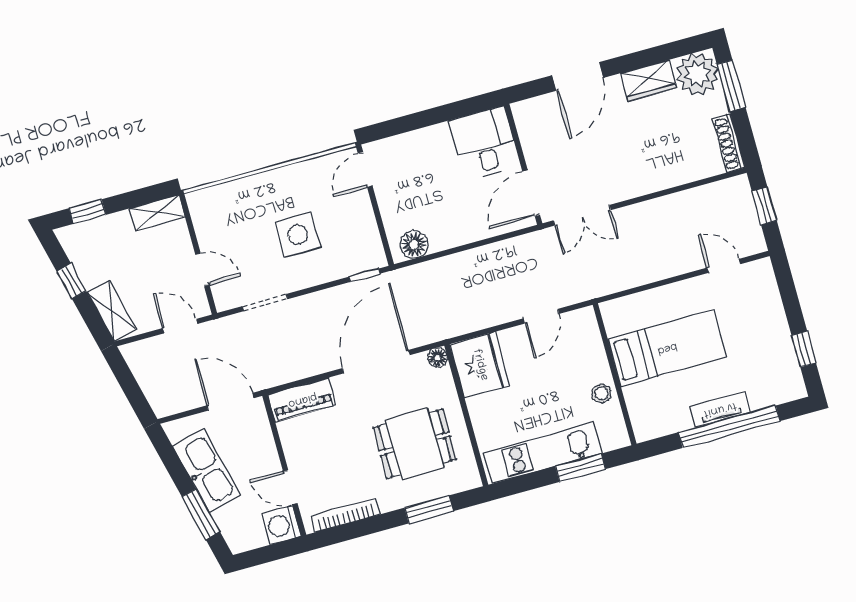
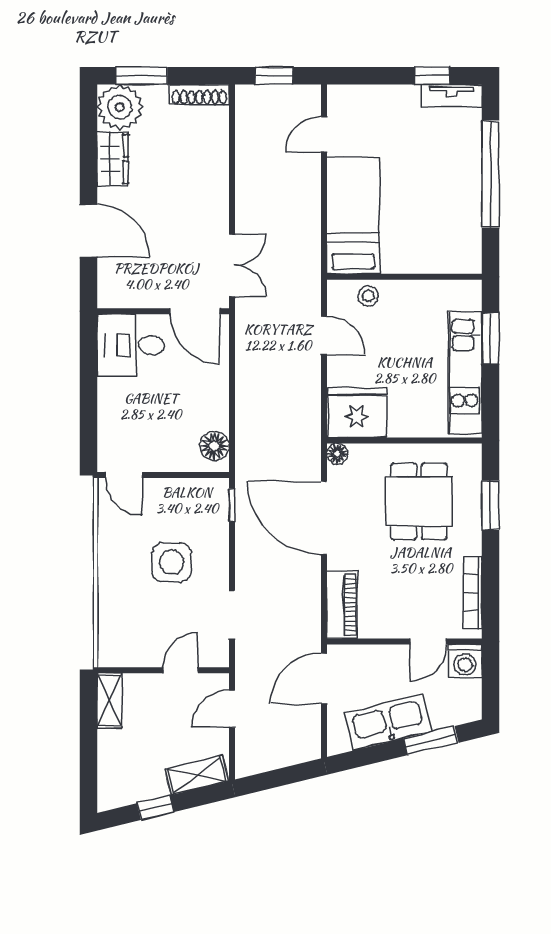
window: (87, 212) -> (88, 772), removed
bed: (667, 348) -> (353, 216), moved
stool: (601, 393) -> (368, 296), moved
tv unit: (720, 409) -> (451, 96), moved, turned -90

